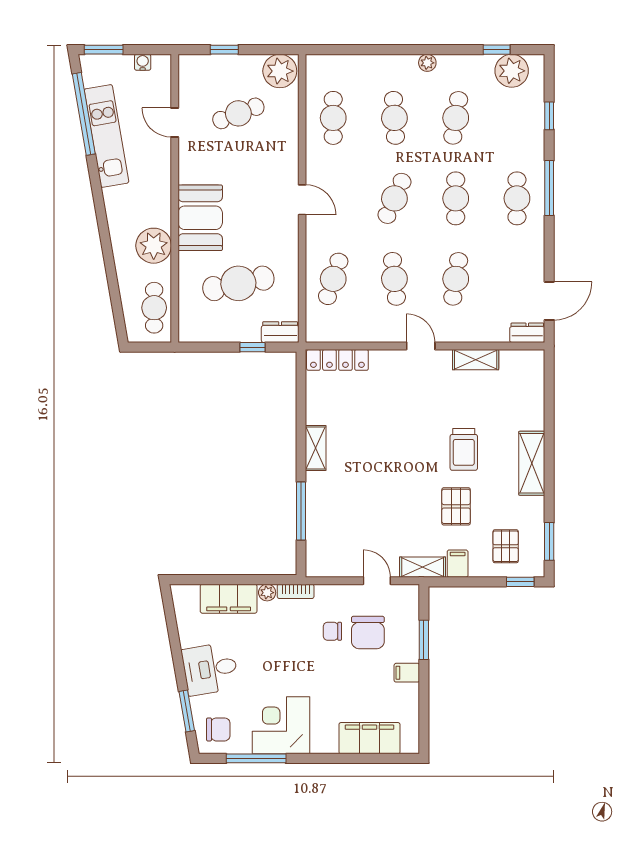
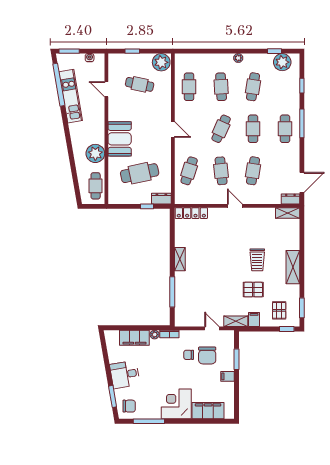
cafe table: (238, 113) -> (140, 84), turned 33
shelving: (476, 360) -> (288, 213), moved
pallet: (456, 506) -> (253, 290), turned 90
corner desk: (281, 725) -> (176, 404), moved

